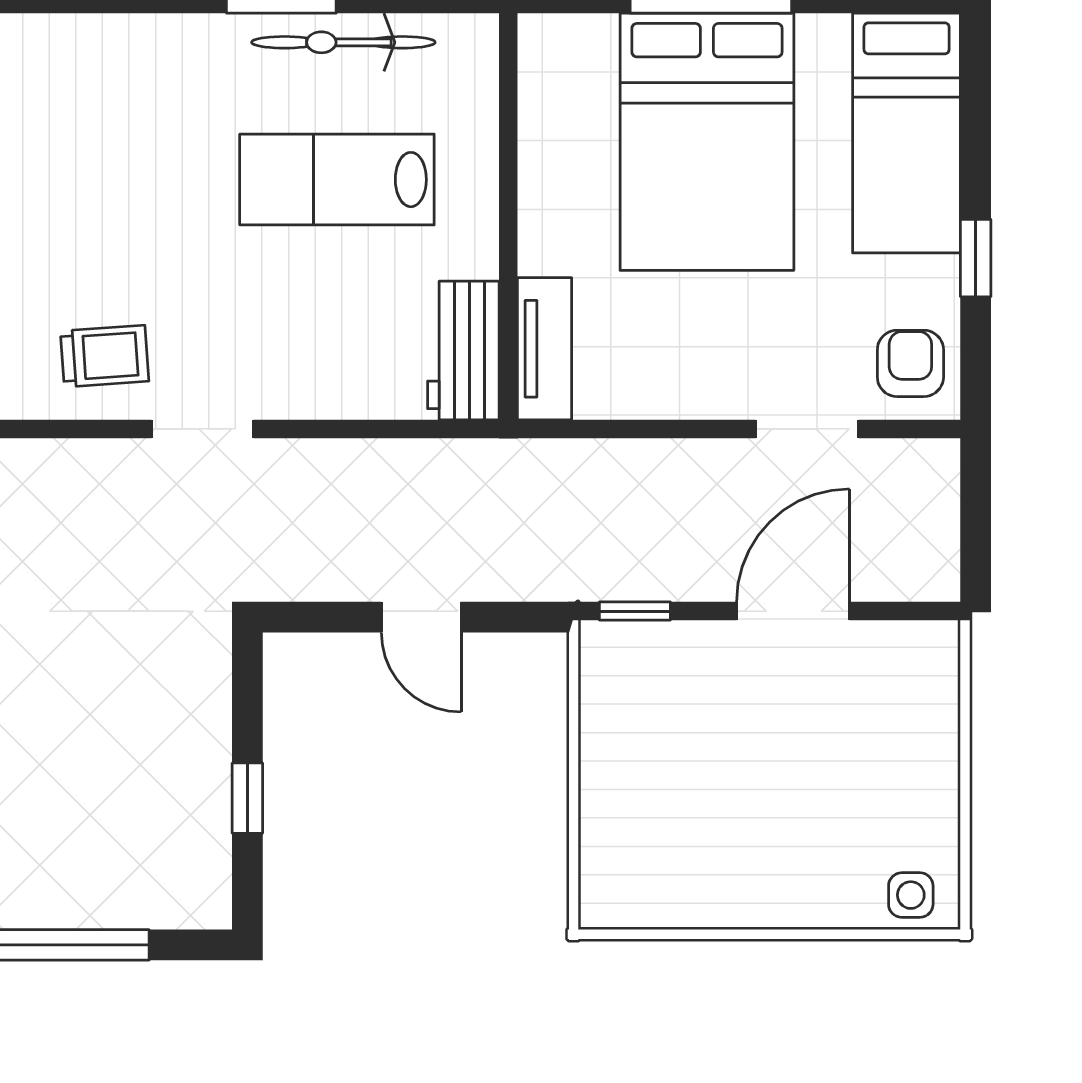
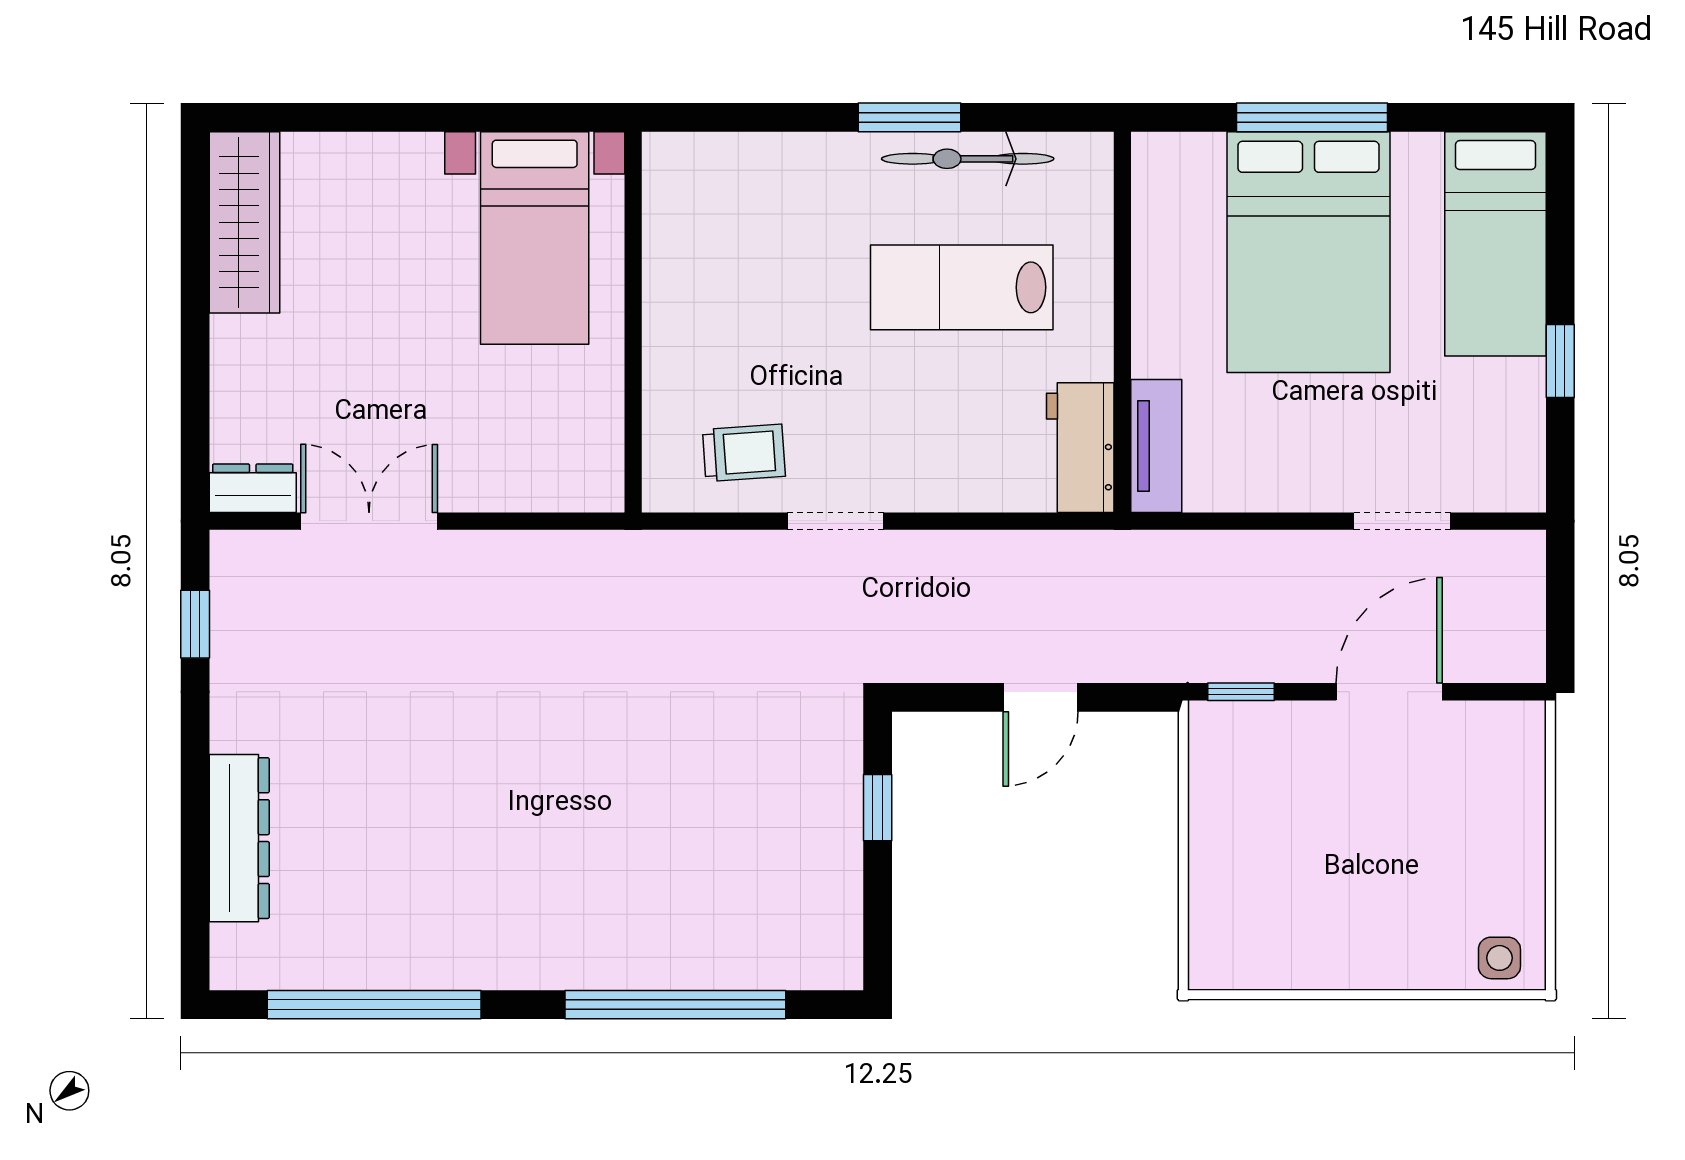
armchair: (910, 363) -> (1499, 460), removed
door: (421, 617) -> (1041, 697), hinge flipped
window: (247, 798) -> (878, 808), moved

